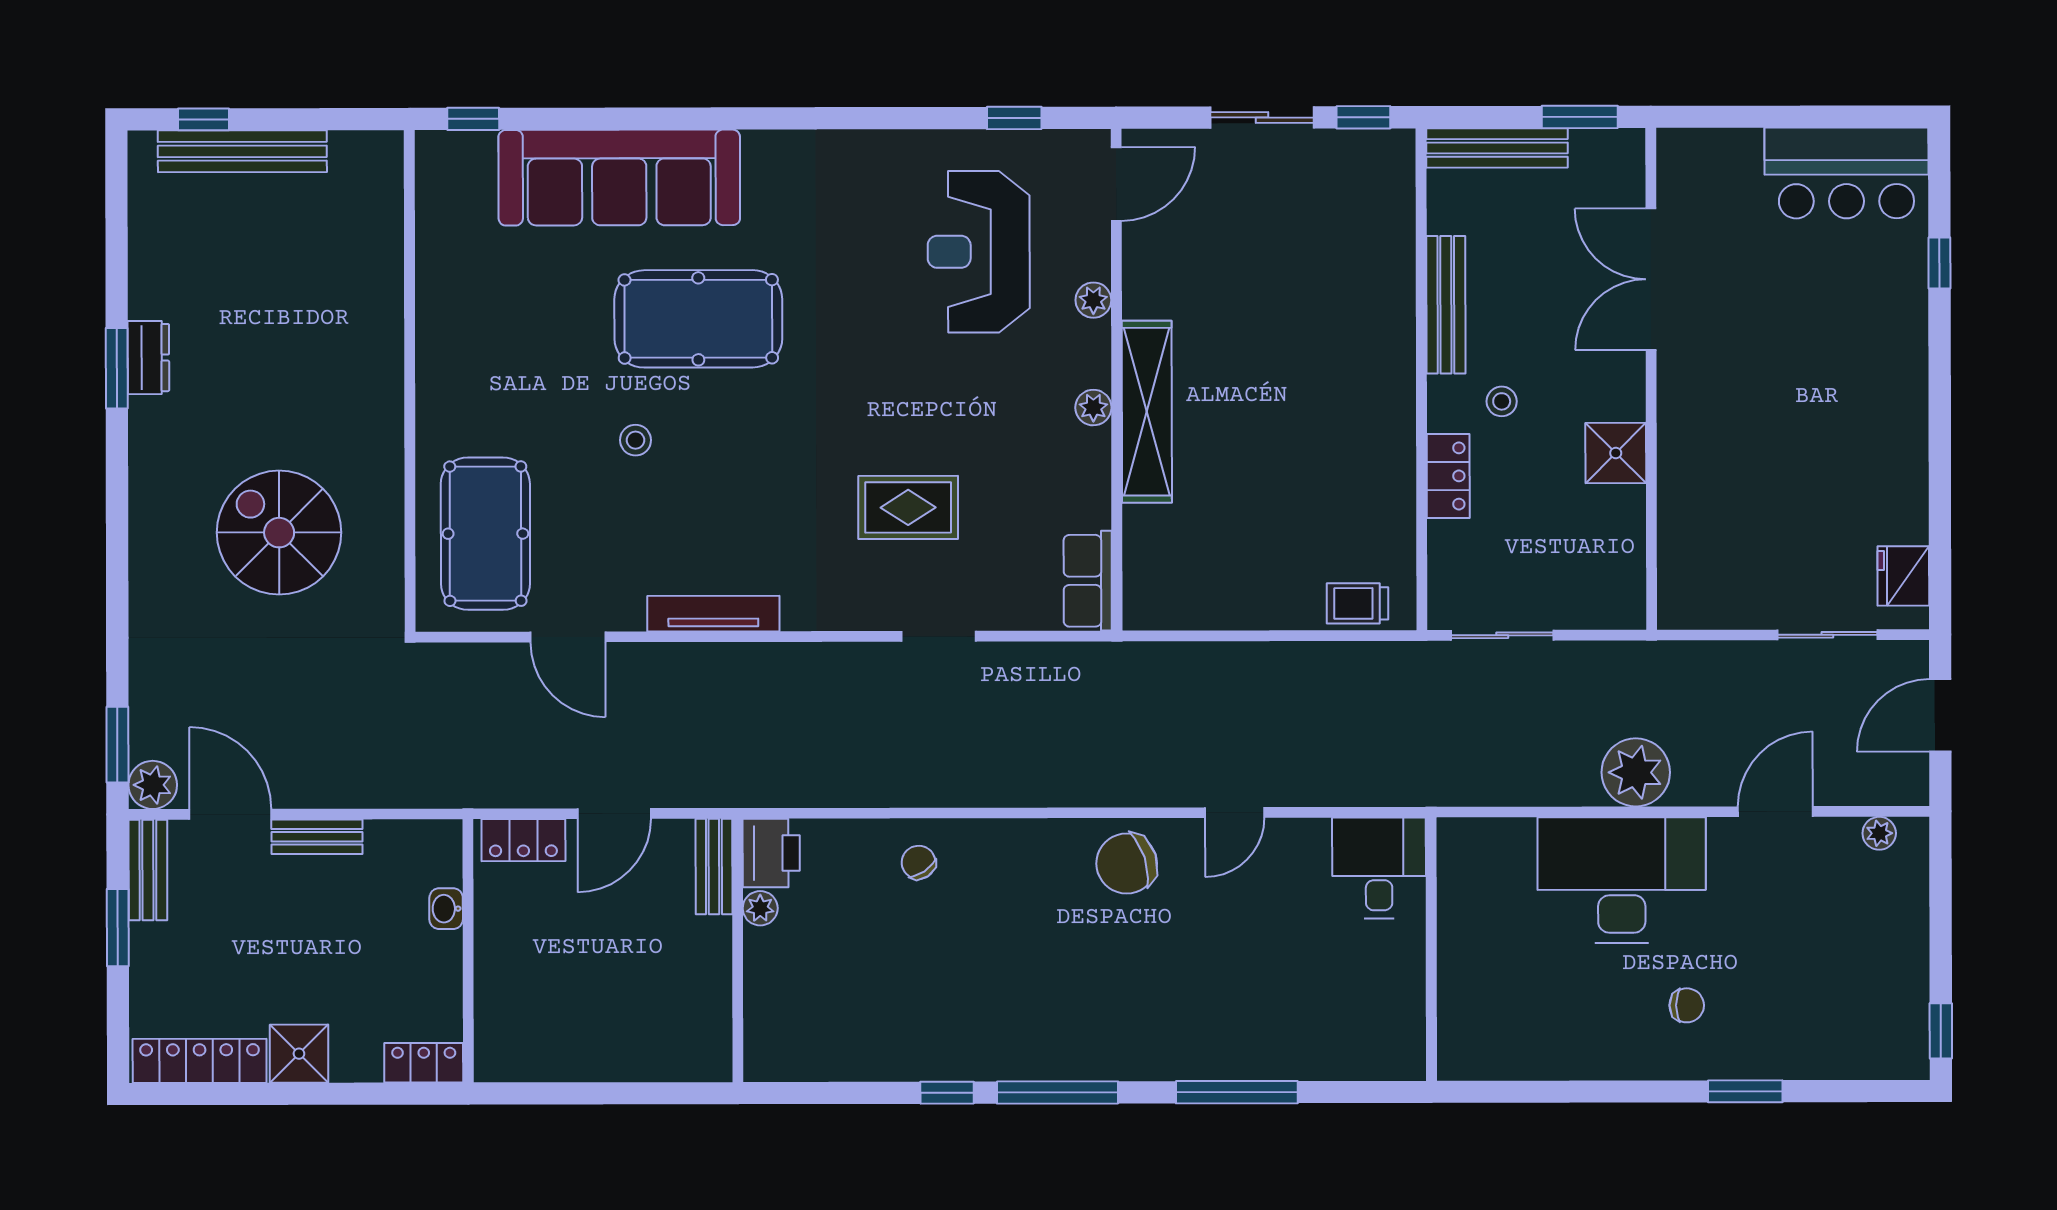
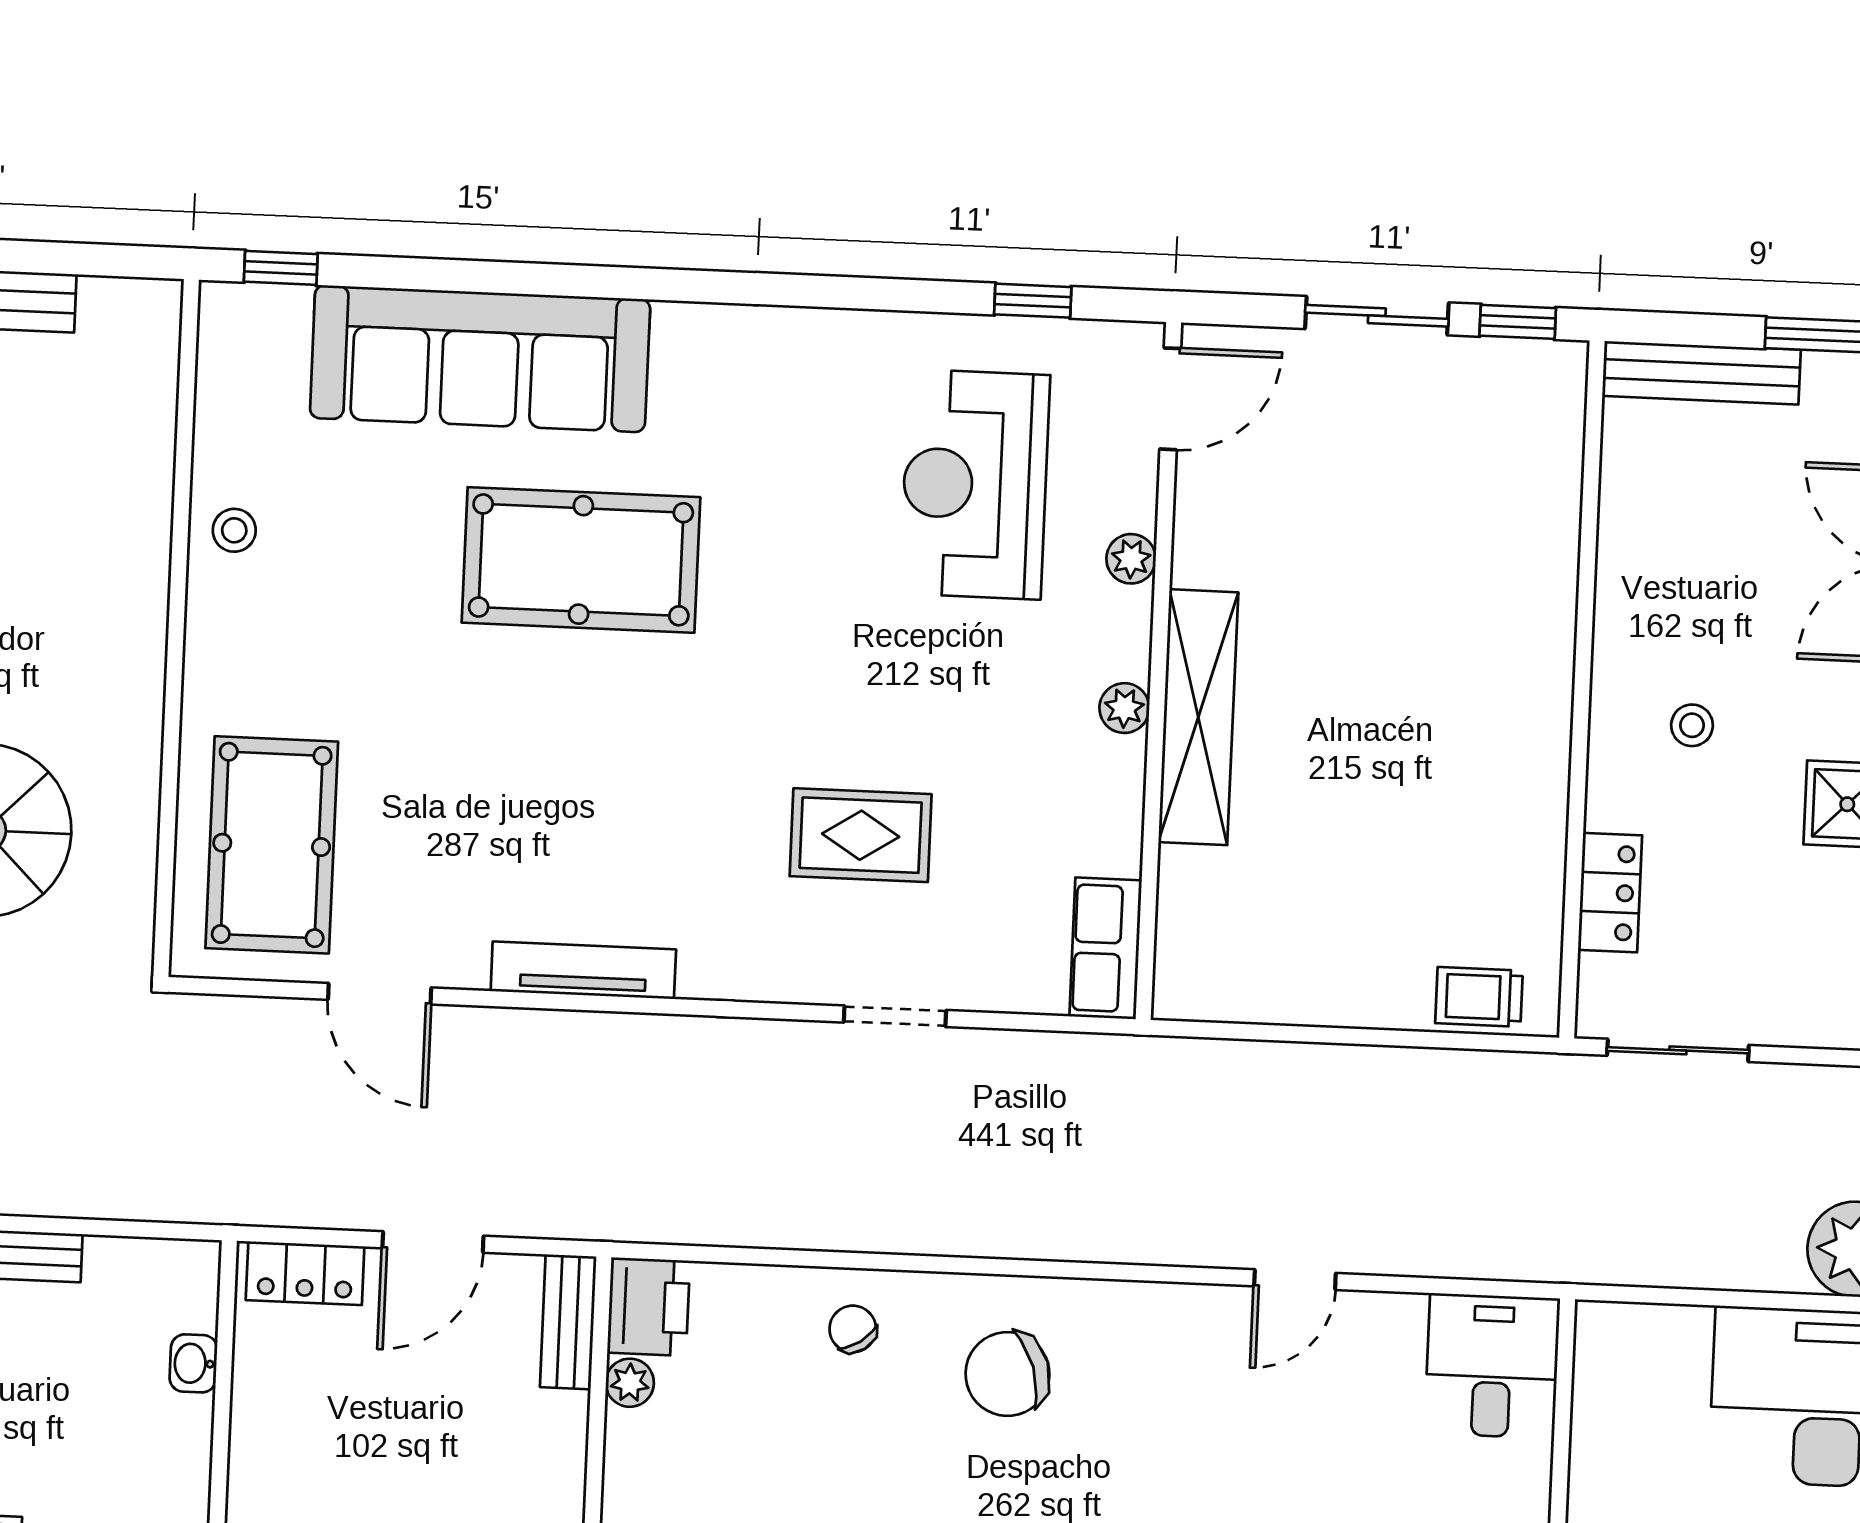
bench: (1446, 305) -> (1621, 587), removed
stool: (636, 440) -> (234, 530), moved
locker: (1448, 476) -> (1610, 893), moved
chair: (1127, 863) -> (1007, 1374), moved

